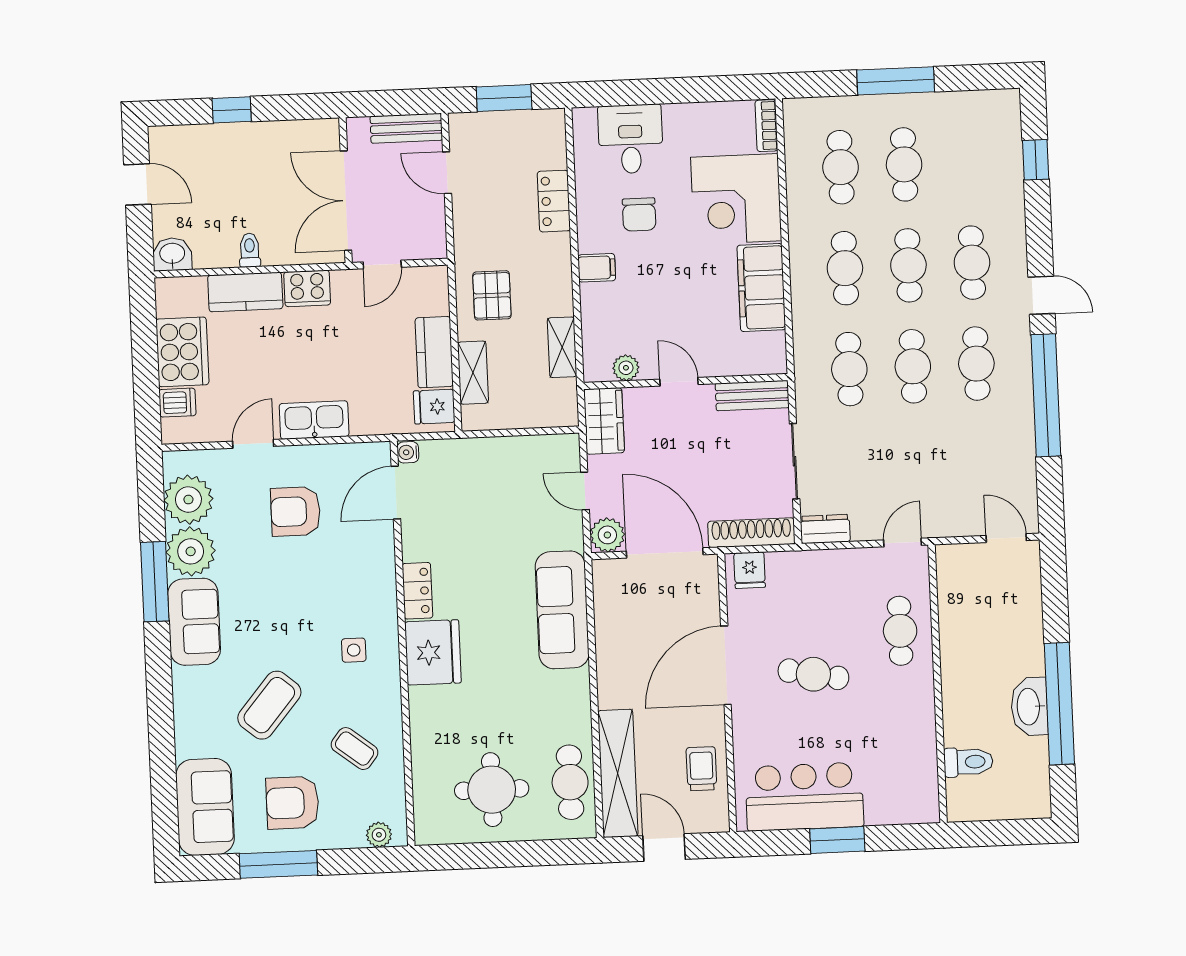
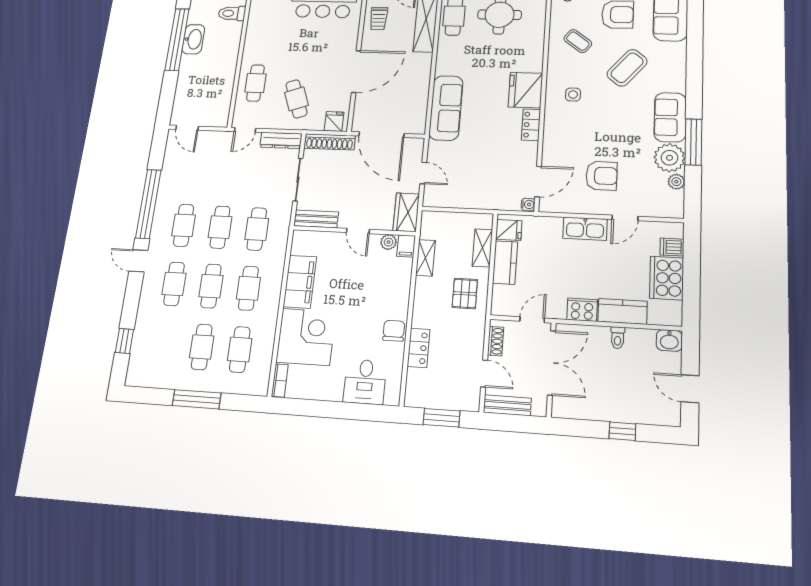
chair: (639, 214) -> (394, 331), moved
shoe rack: (435, 225) -> (496, 341), added
filing cabinet: (597, 268) -> (406, 246), moved, turned -90
plant: (188, 500) -> (676, 182), width x0.53, depth x0.53
dresser: (825, 529) -> (281, 140), width x1.44
plant: (607, 535) -> (414, 147), removed
cafe table: (813, 674) -> (296, 99), moved, turned 59

